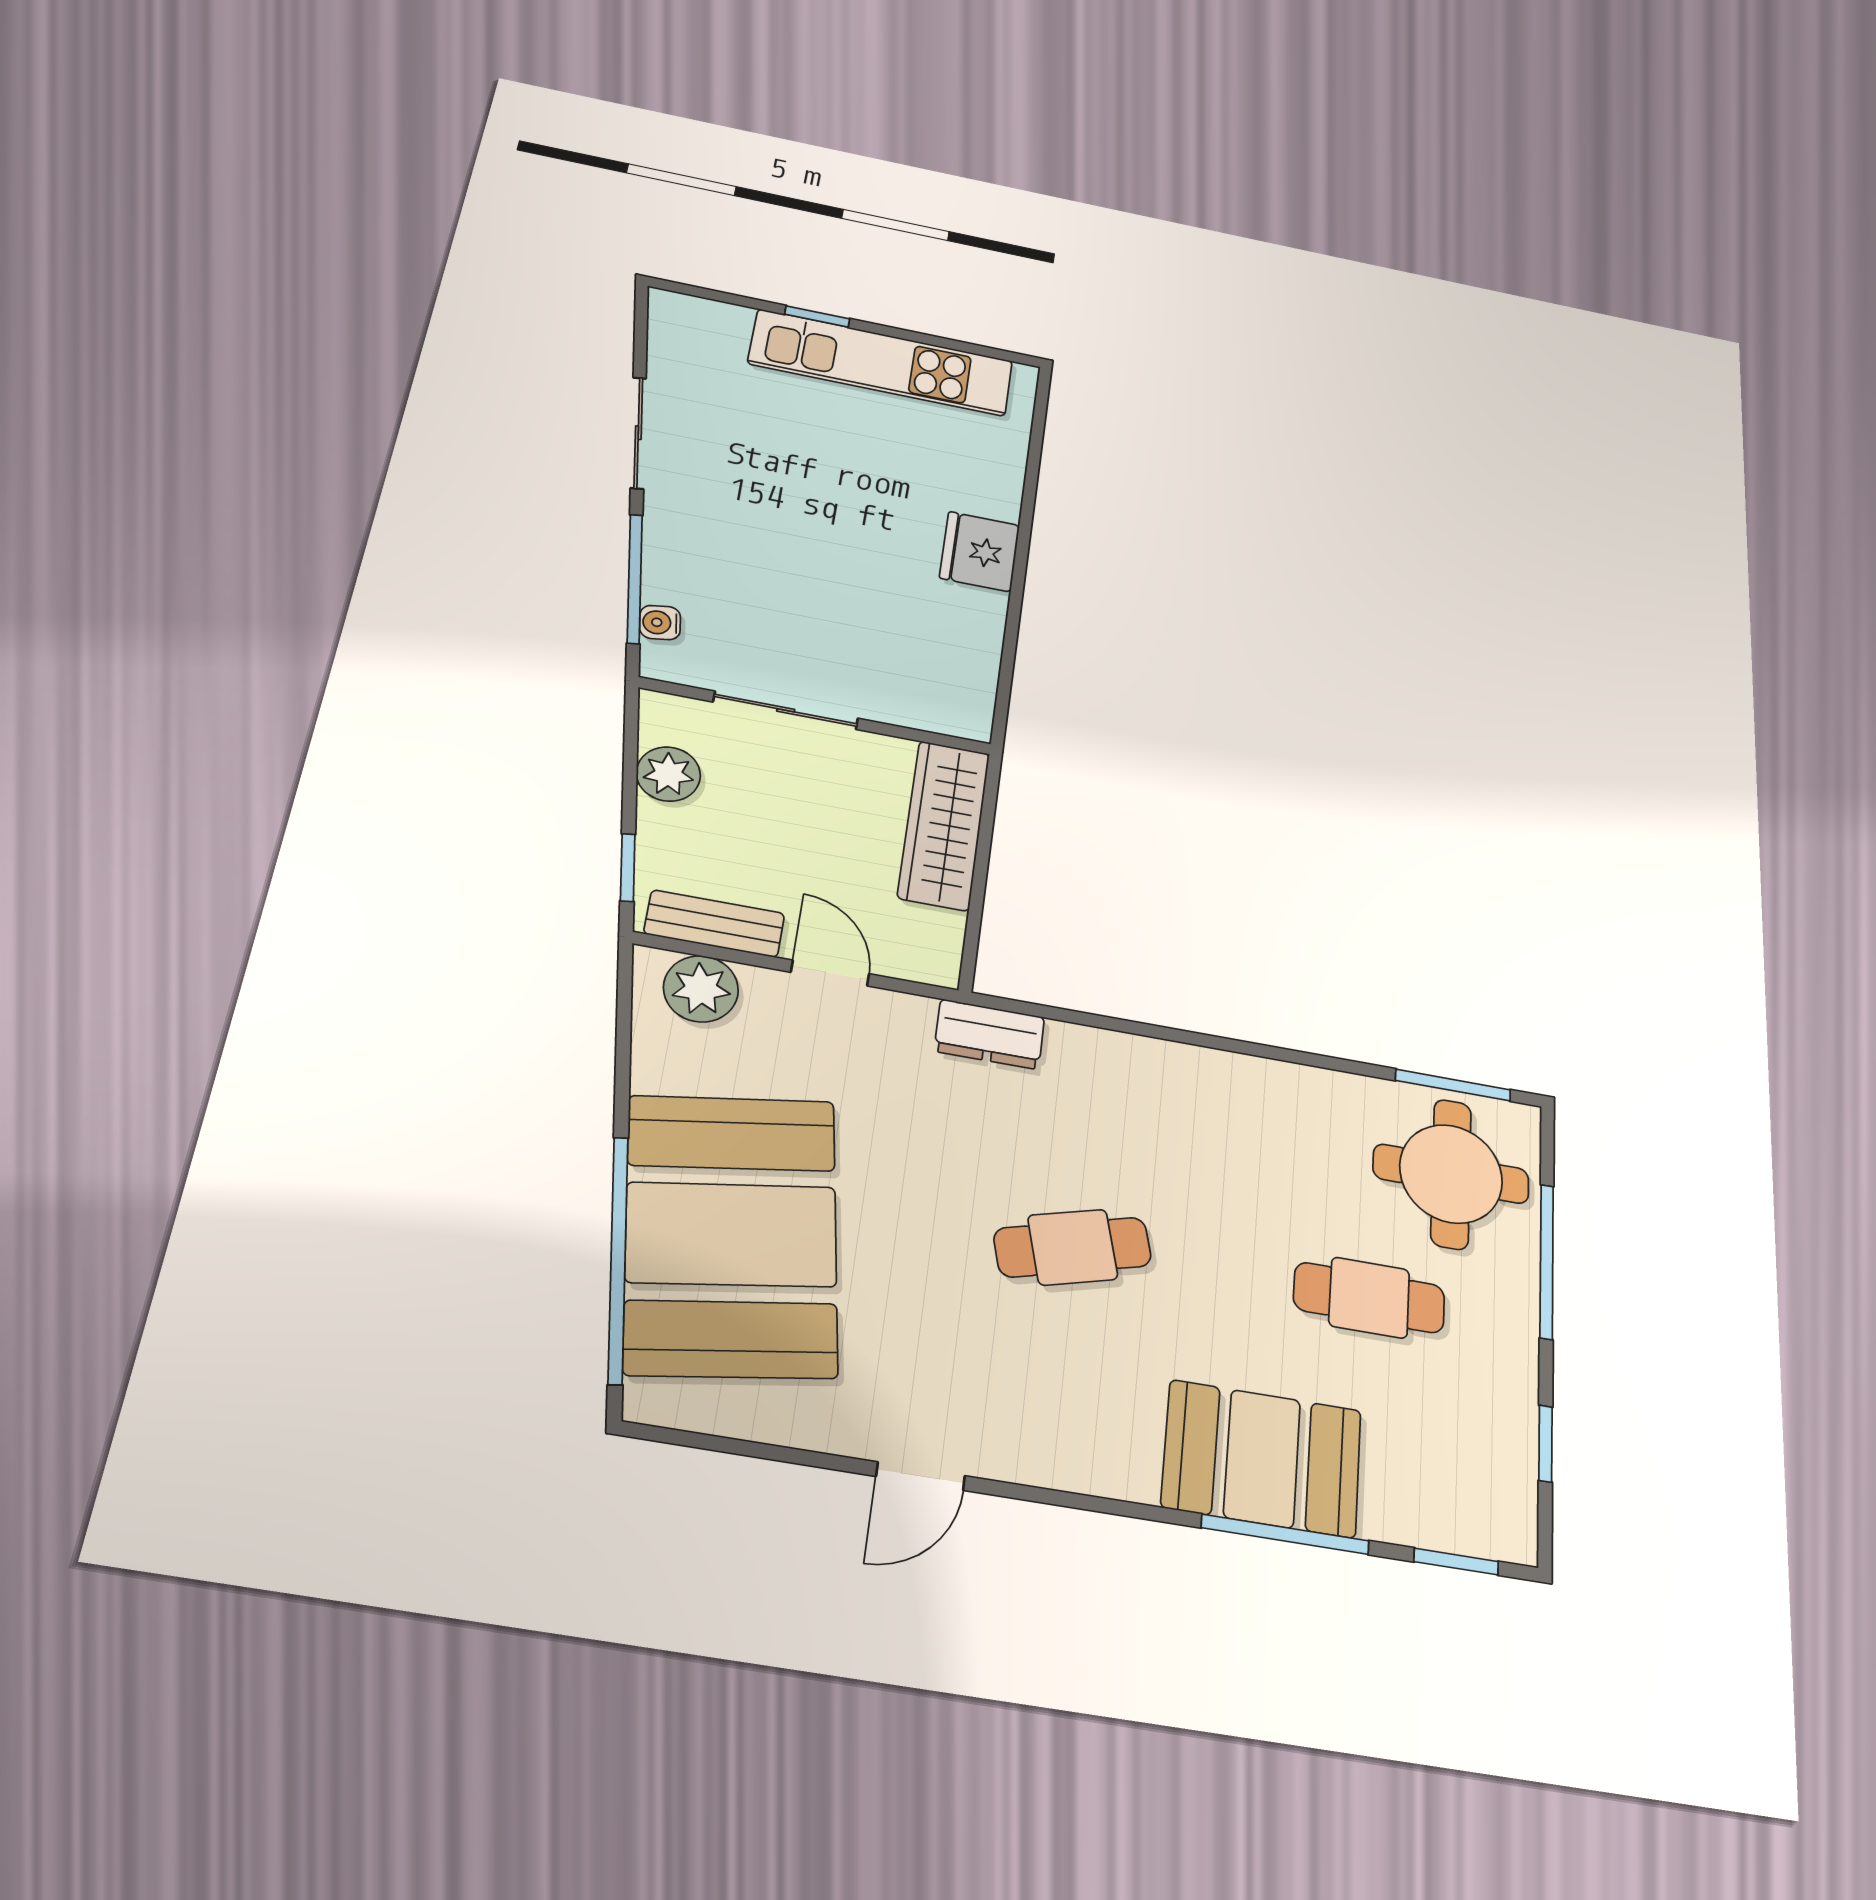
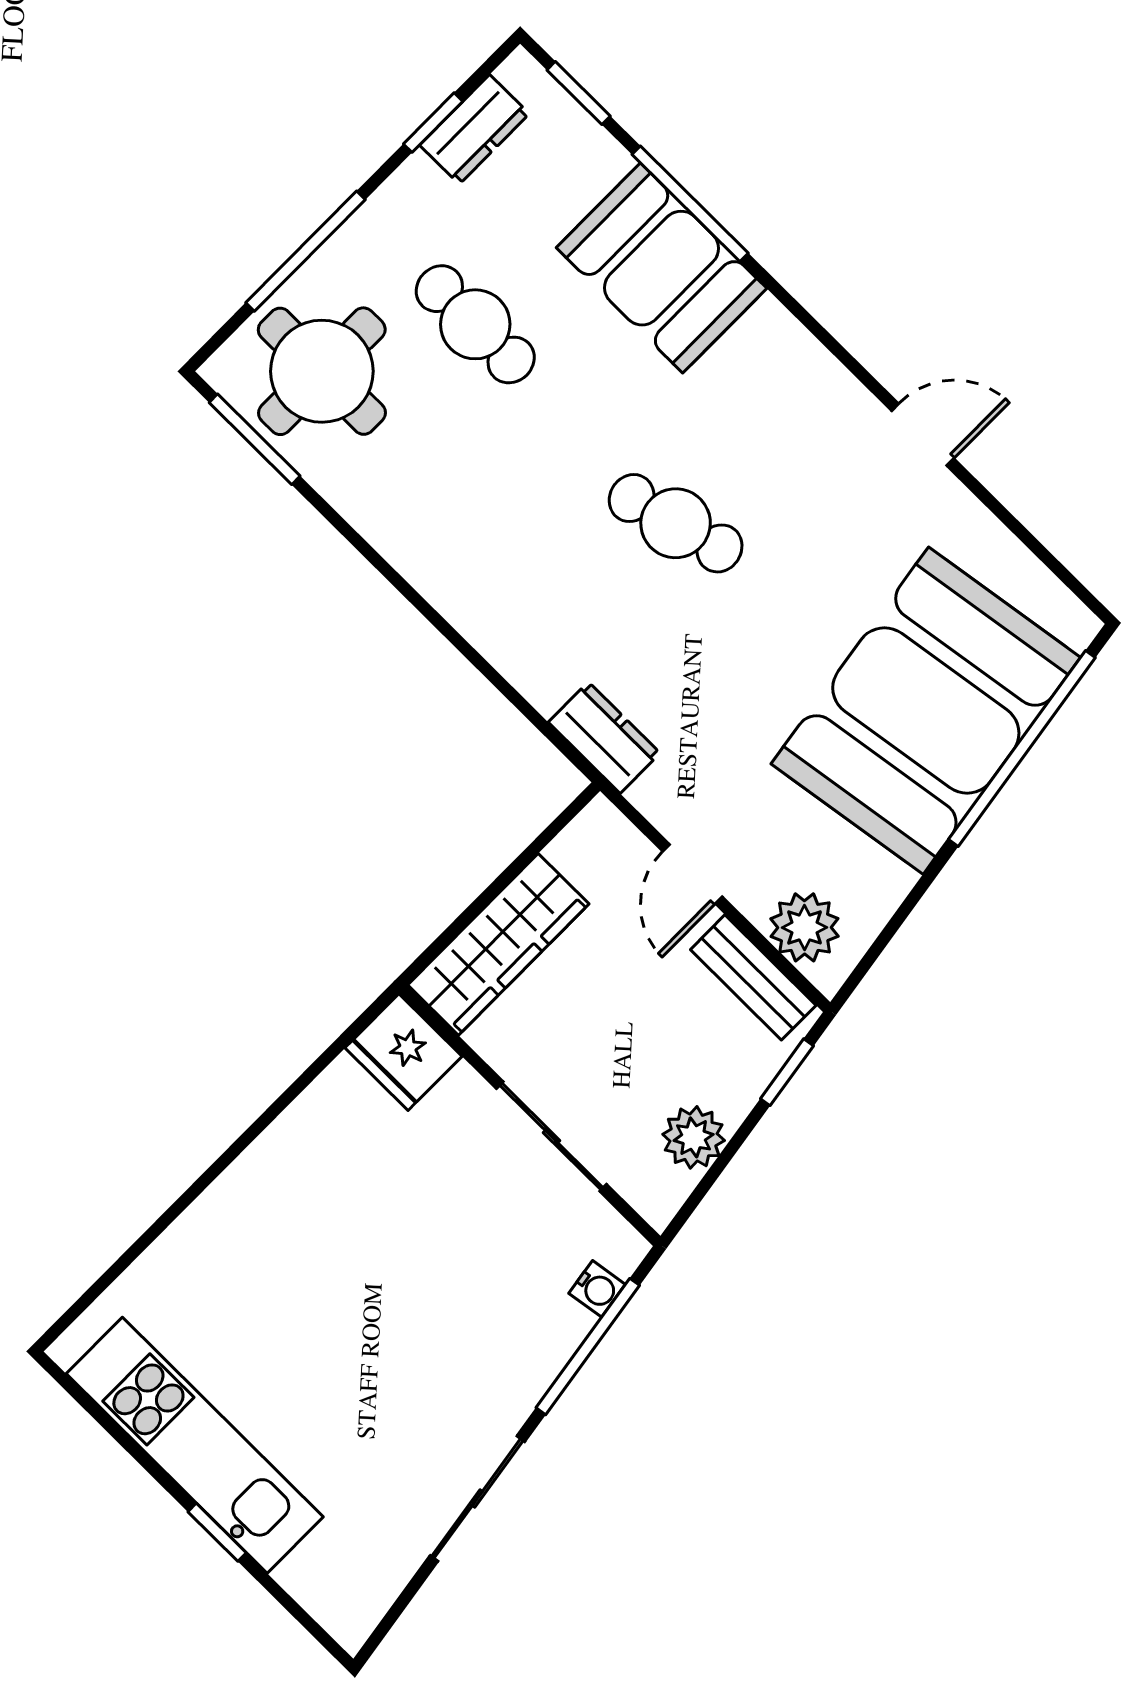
fridge: (980, 552) -> (404, 1052), moved, turned 90
dresser: (1510, 1463) -> (474, 129), added

